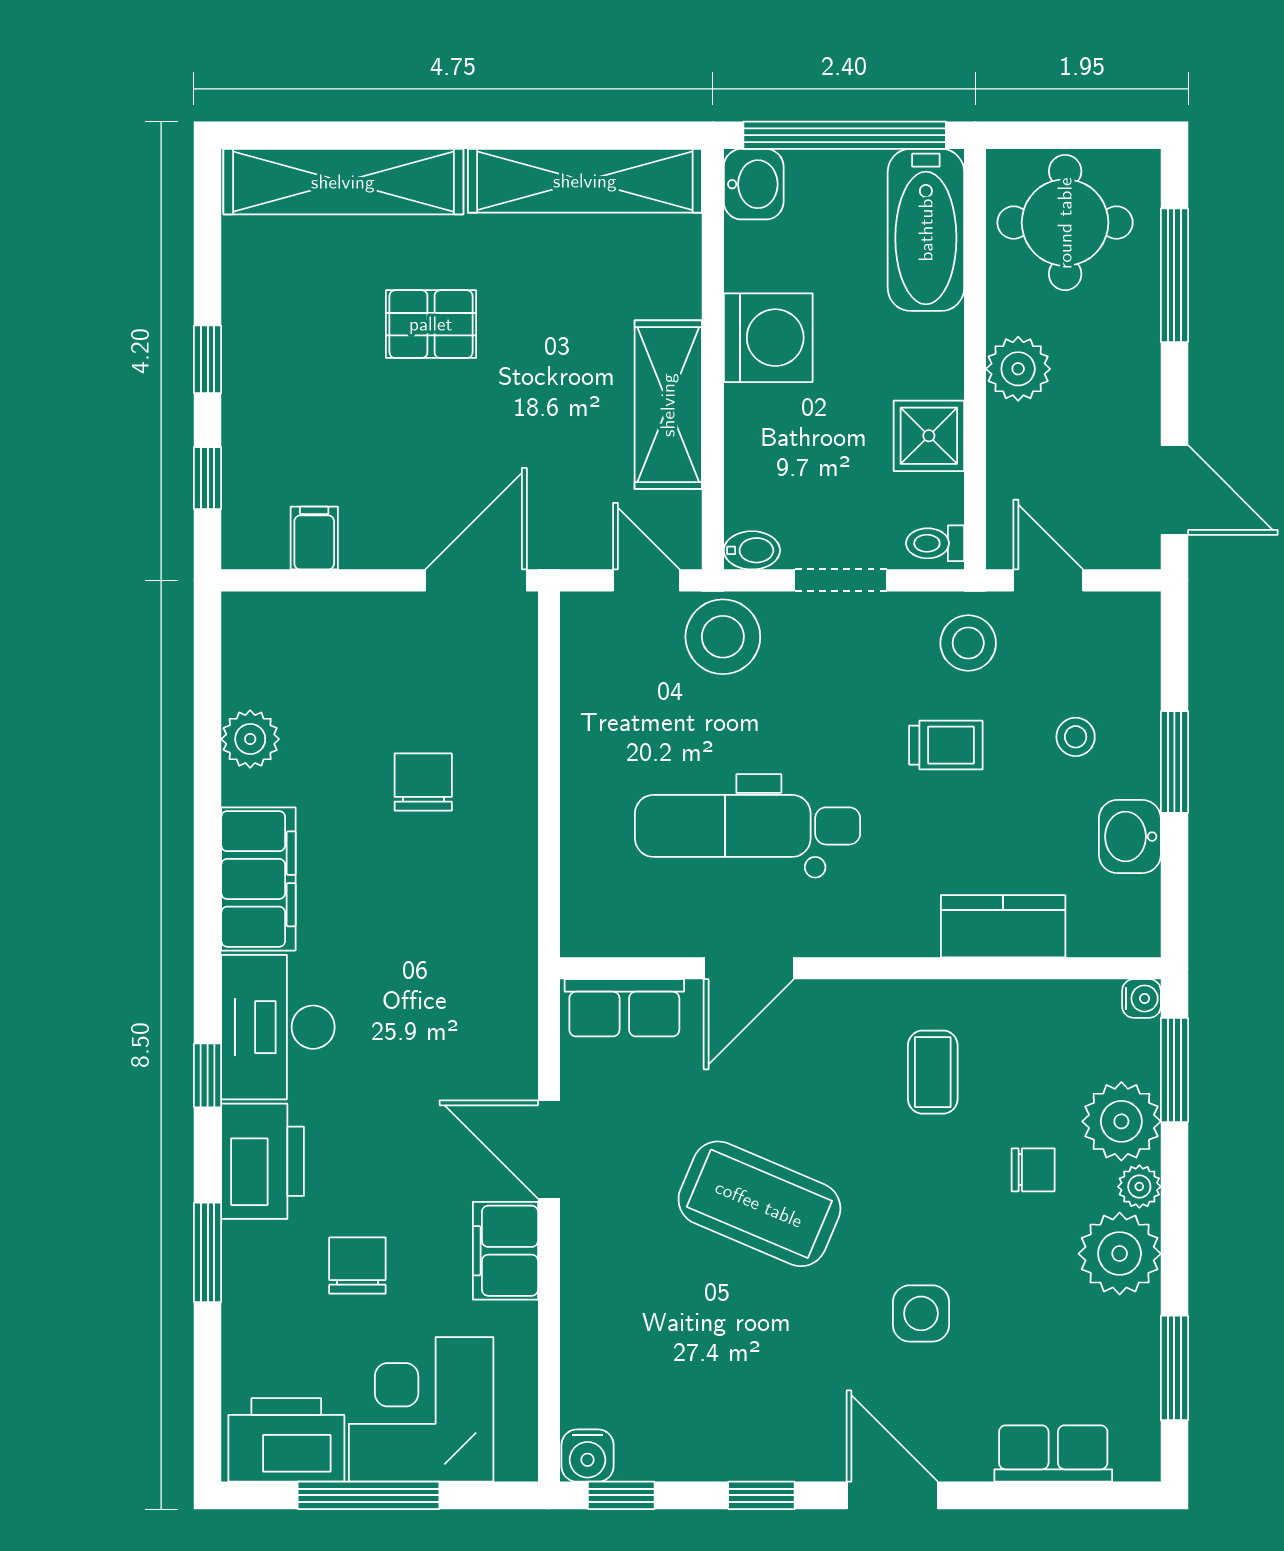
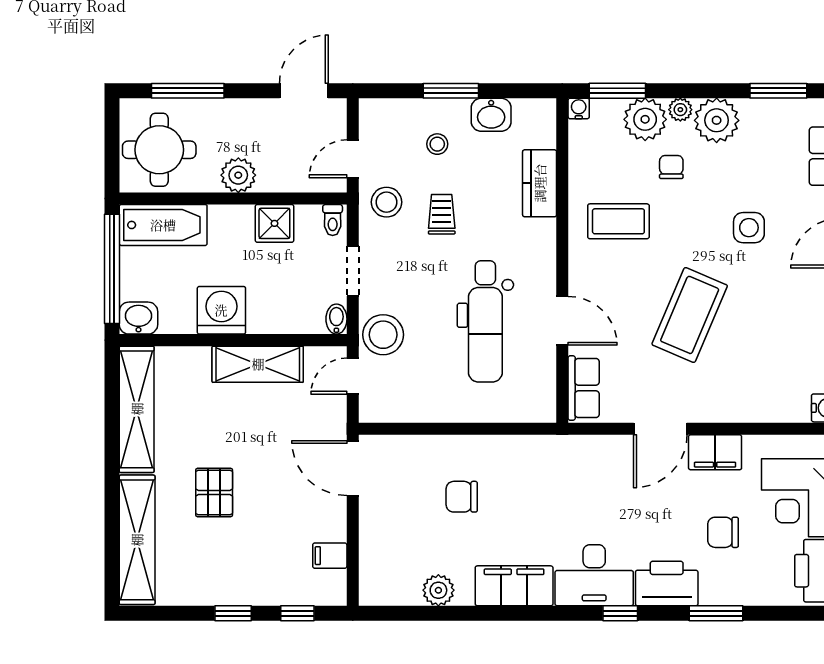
coffee table: (933, 1072) -> (618, 221), width x1.36, depth x1.30

